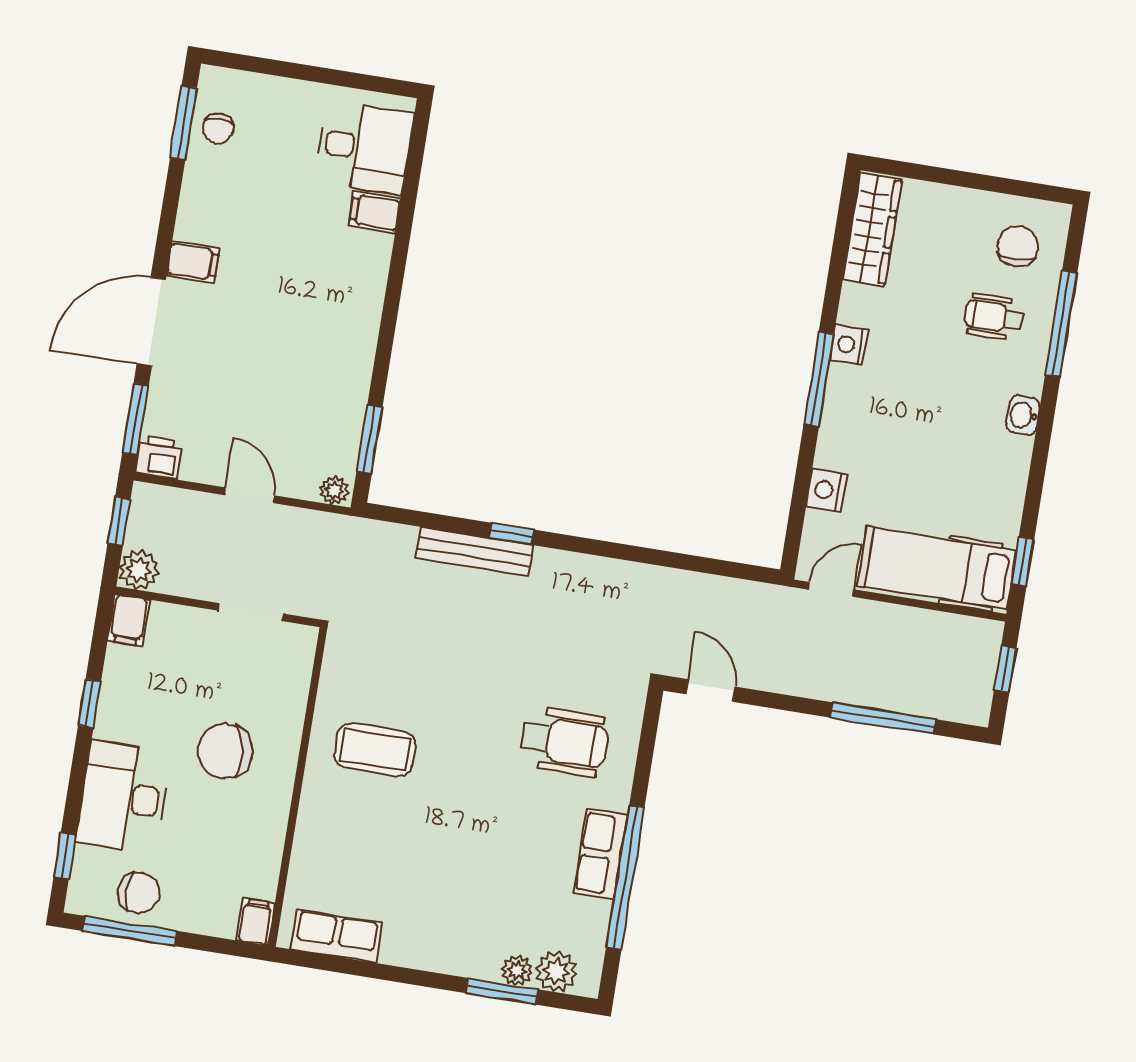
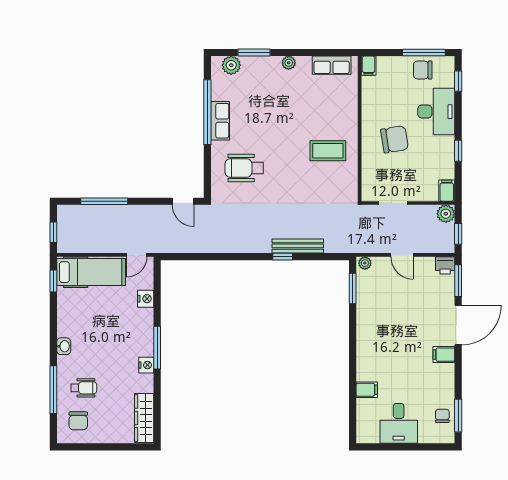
desk: (364, 148) -> (399, 423), moved, turned -90
plant: (517, 971) -> (289, 63), moved

